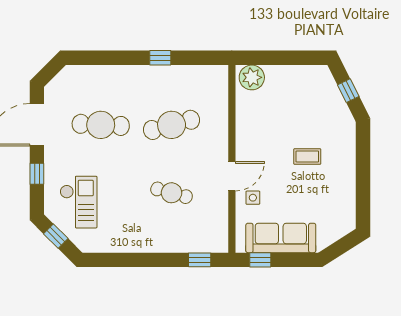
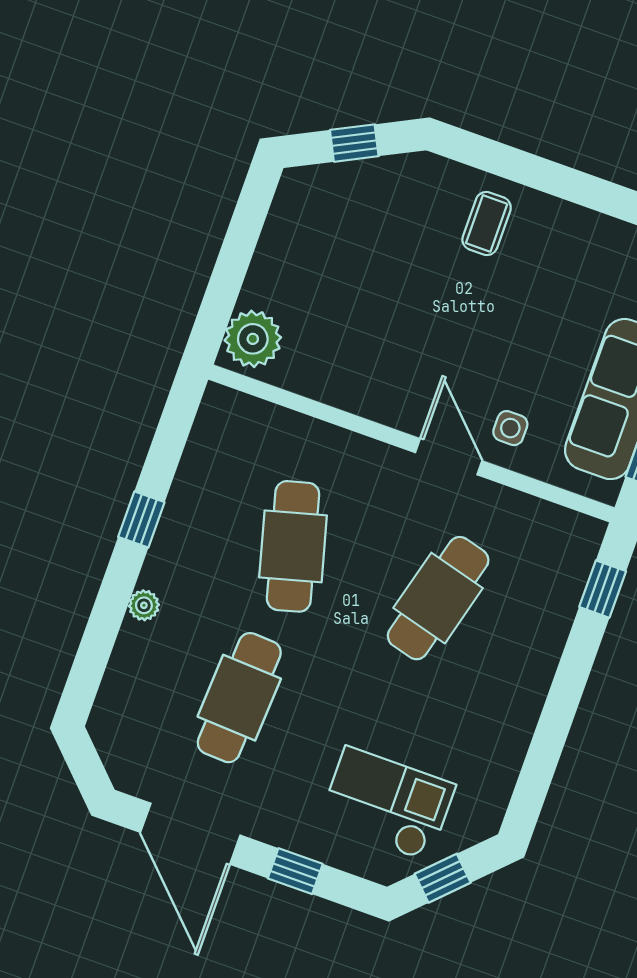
plant: (125, 72) -> (144, 605), added
coffee table: (307, 156) -> (487, 224), moved
cafe table: (172, 193) -> (438, 598), width x1.37, depth x1.35

